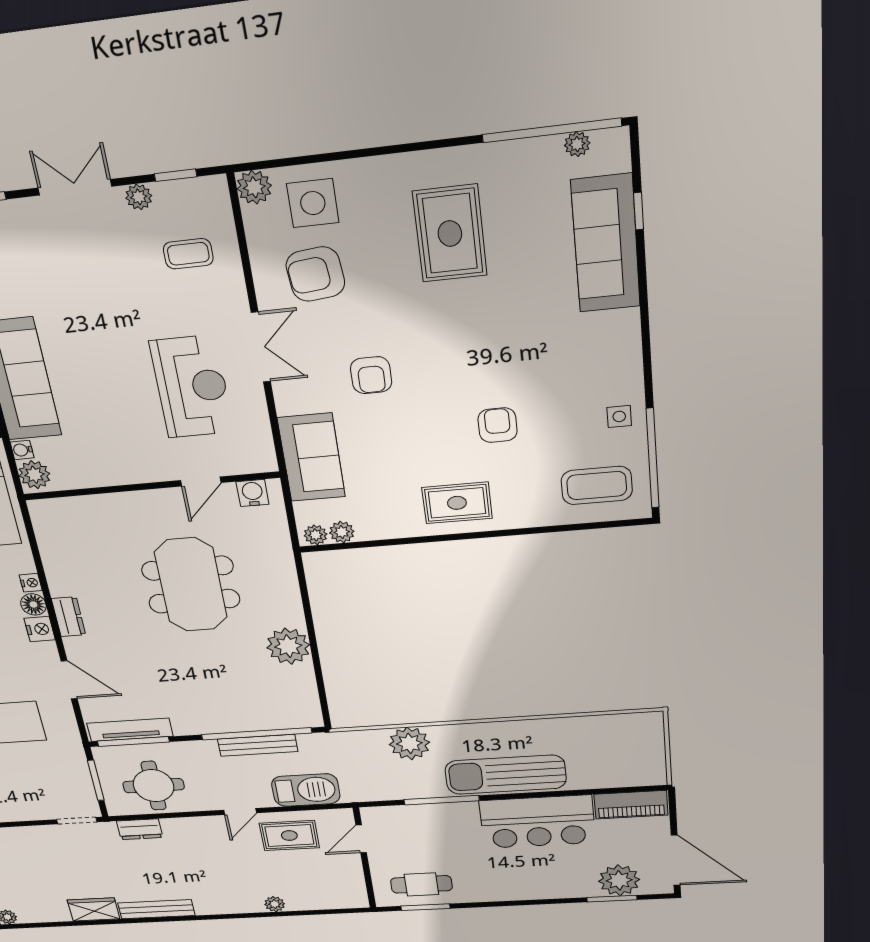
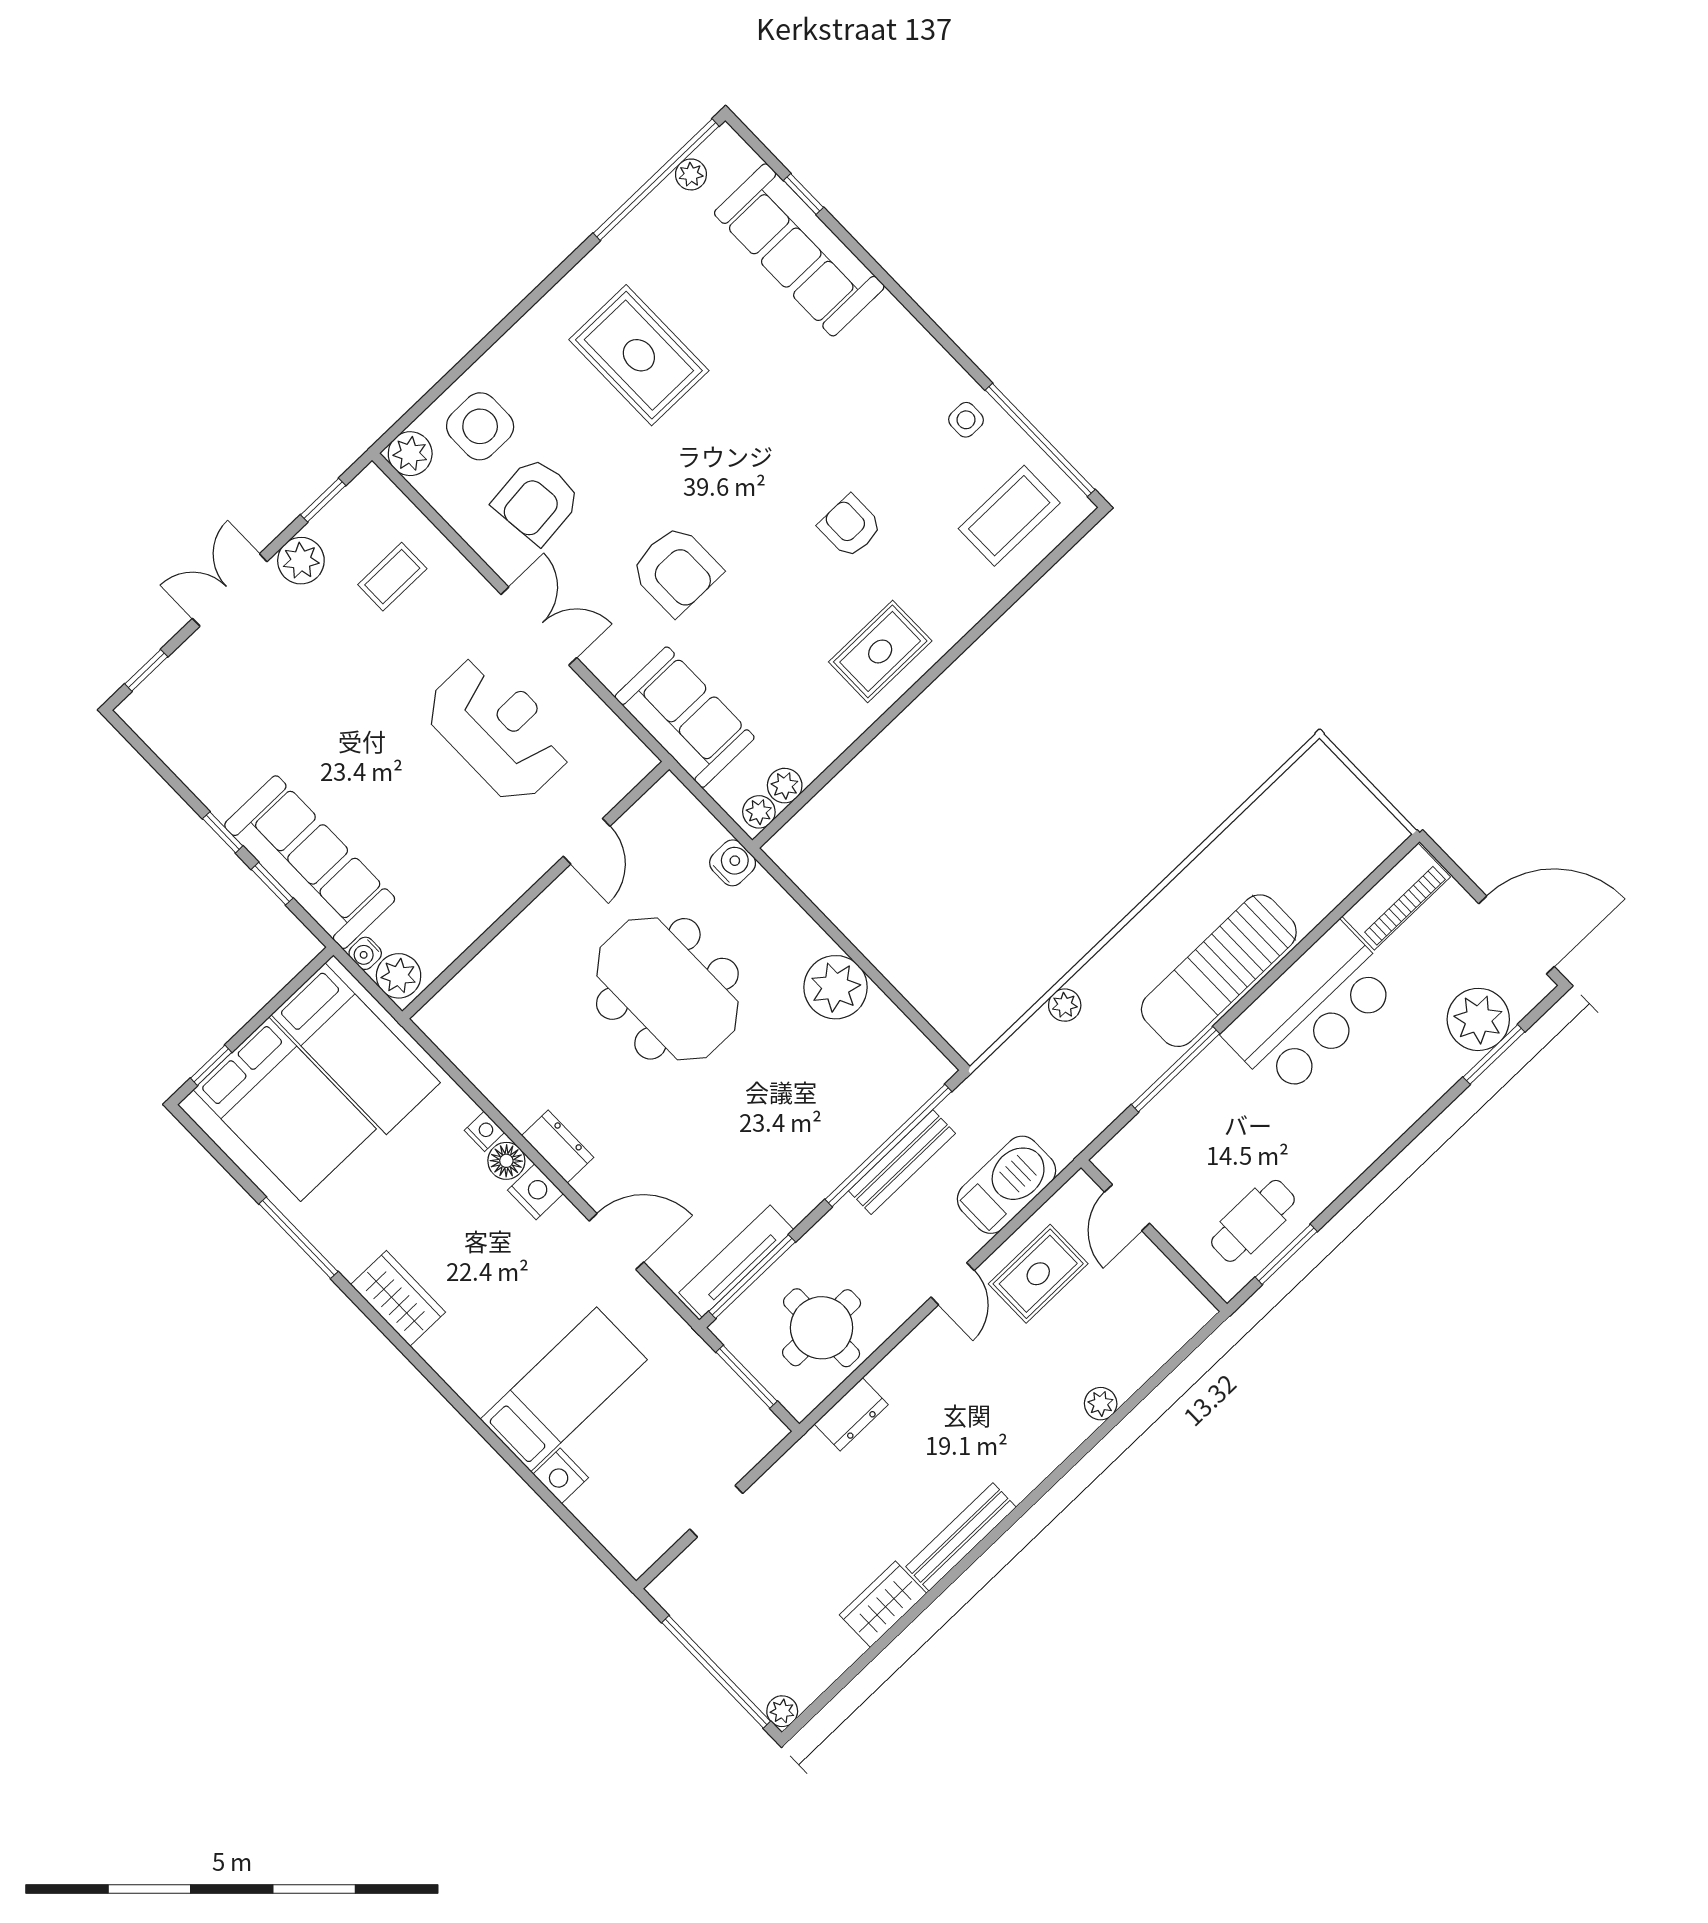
plant: (139, 197) -> (301, 561), width x1.38, depth x1.38
armchair: (371, 375) -> (676, 570), width x1.38, depth x1.38
water cooler: (253, 493) -> (733, 863), moved, turned 90
plant: (409, 743) -> (1065, 1005), width x0.53, depth x0.53
doorway: (77, 821) -> (716, 1511), moved

